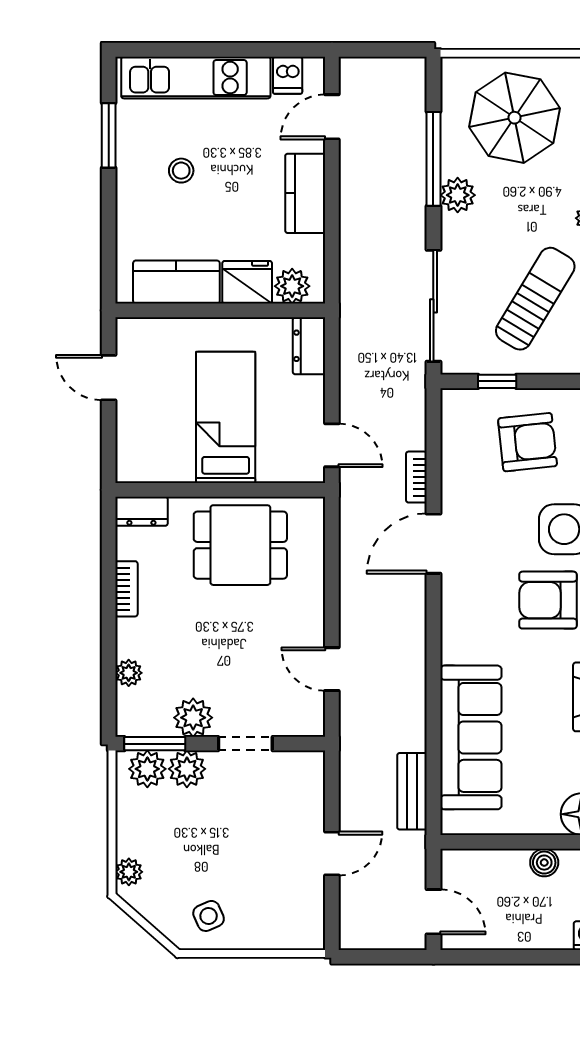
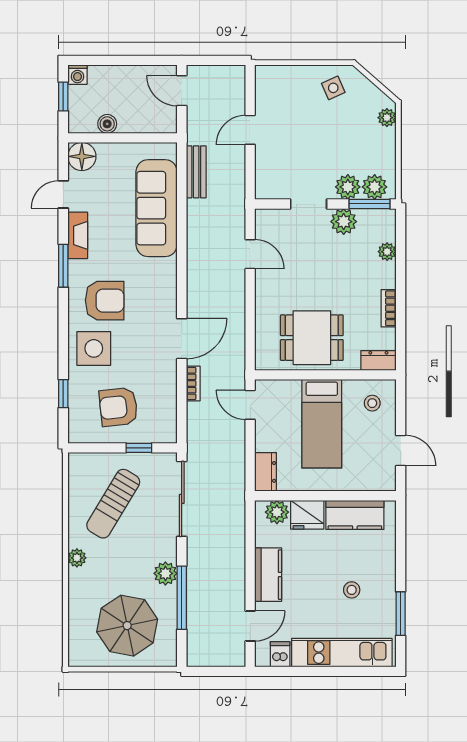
stool: (151, 448) -> (372, 403), added

